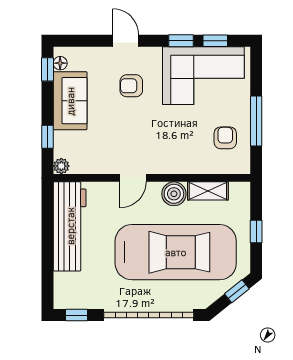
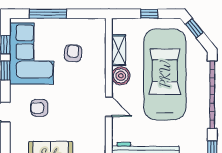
armchair: (131, 86) -> (39, 108), turned 90
window: (256, 121) -> (48, 14), moved
armchair: (225, 138) -> (73, 53), moved, turned 95

